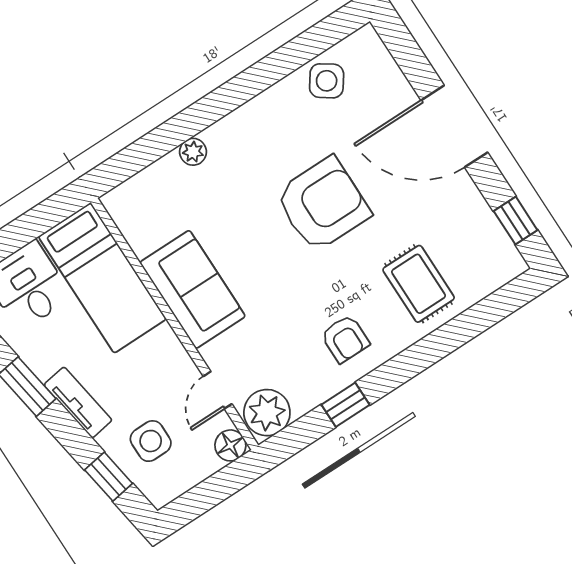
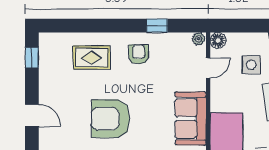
door: (454, 126) -> (32, 115), width x0.53
rug: (419, 284) -> (92, 57), turned 90
plant: (267, 413) -> (199, 39), width x0.53, depth x0.53

